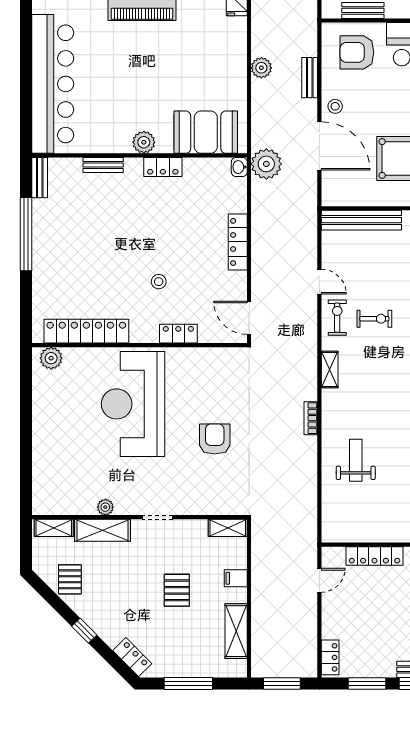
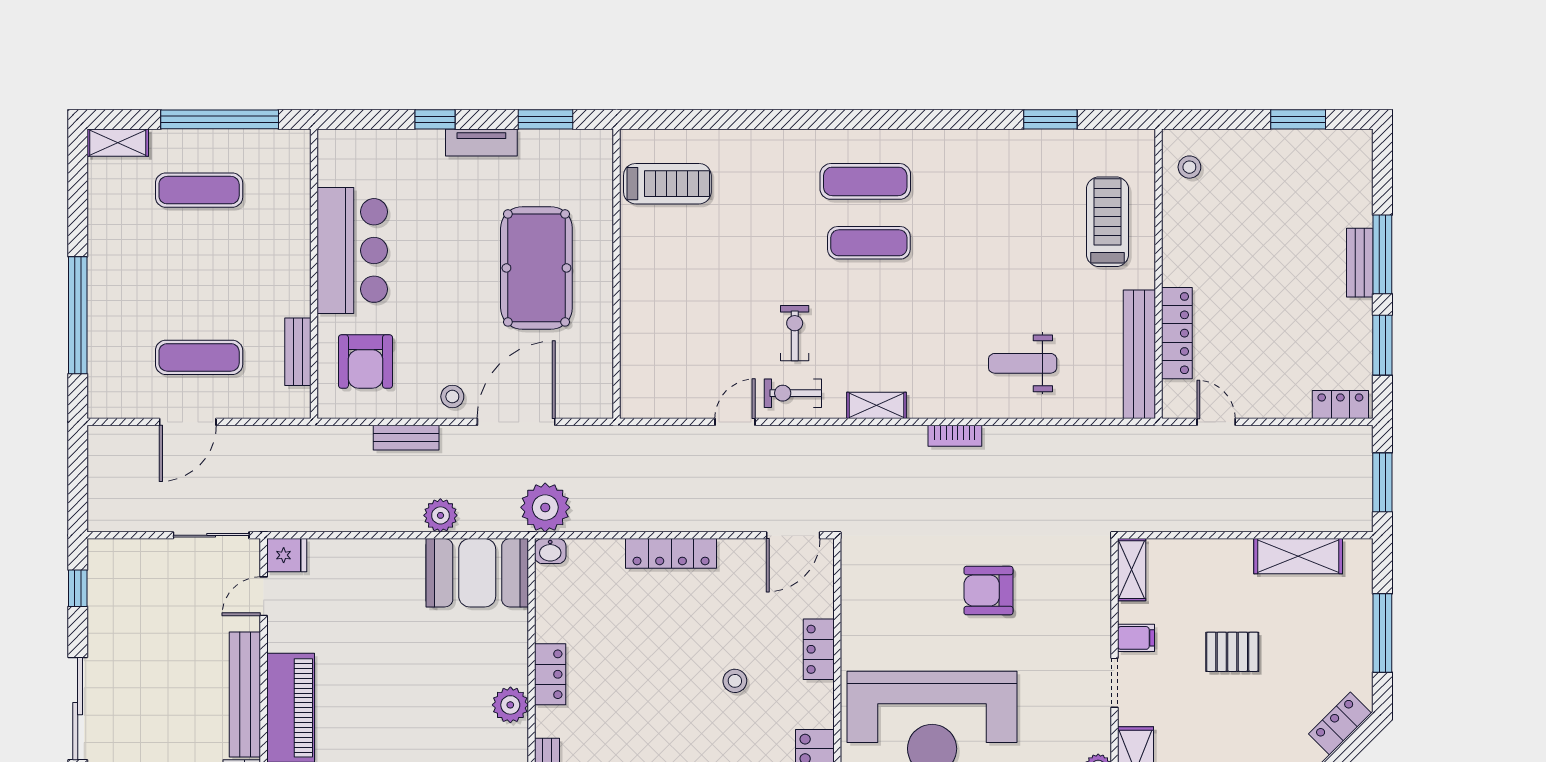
plant: (261, 68) -> (440, 515), moved
booth: (206, 132) -> (477, 573), moved, turned 90
bench: (361, 220) -> (1139, 354), moved
filing cabinet: (236, 578) -> (1136, 638), moved, turned -90

